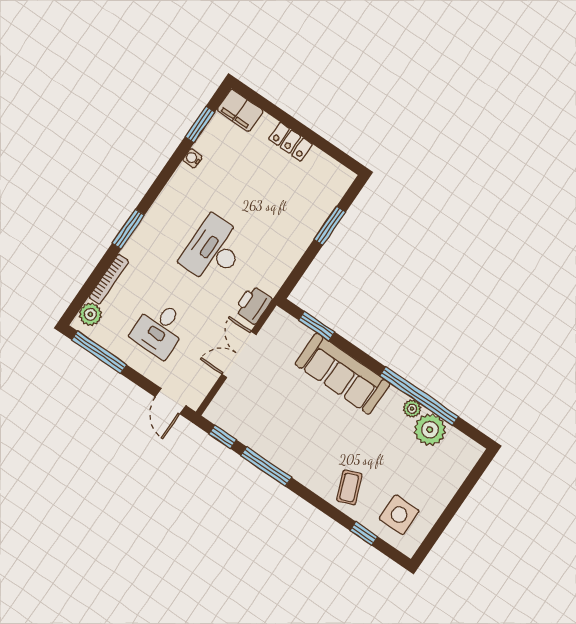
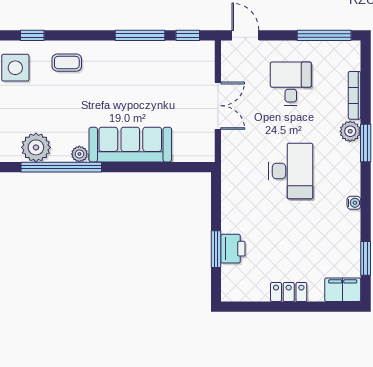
water cooler: (192, 158) -> (354, 203), moved
printer: (253, 305) -> (233, 249), moved
plant: (90, 314) -> (350, 131), moved
window: (317, 326) -> (174, 167), removed
plant: (412, 409) -> (79, 154), moved
coffee table: (349, 487) -> (67, 63), turned -68

